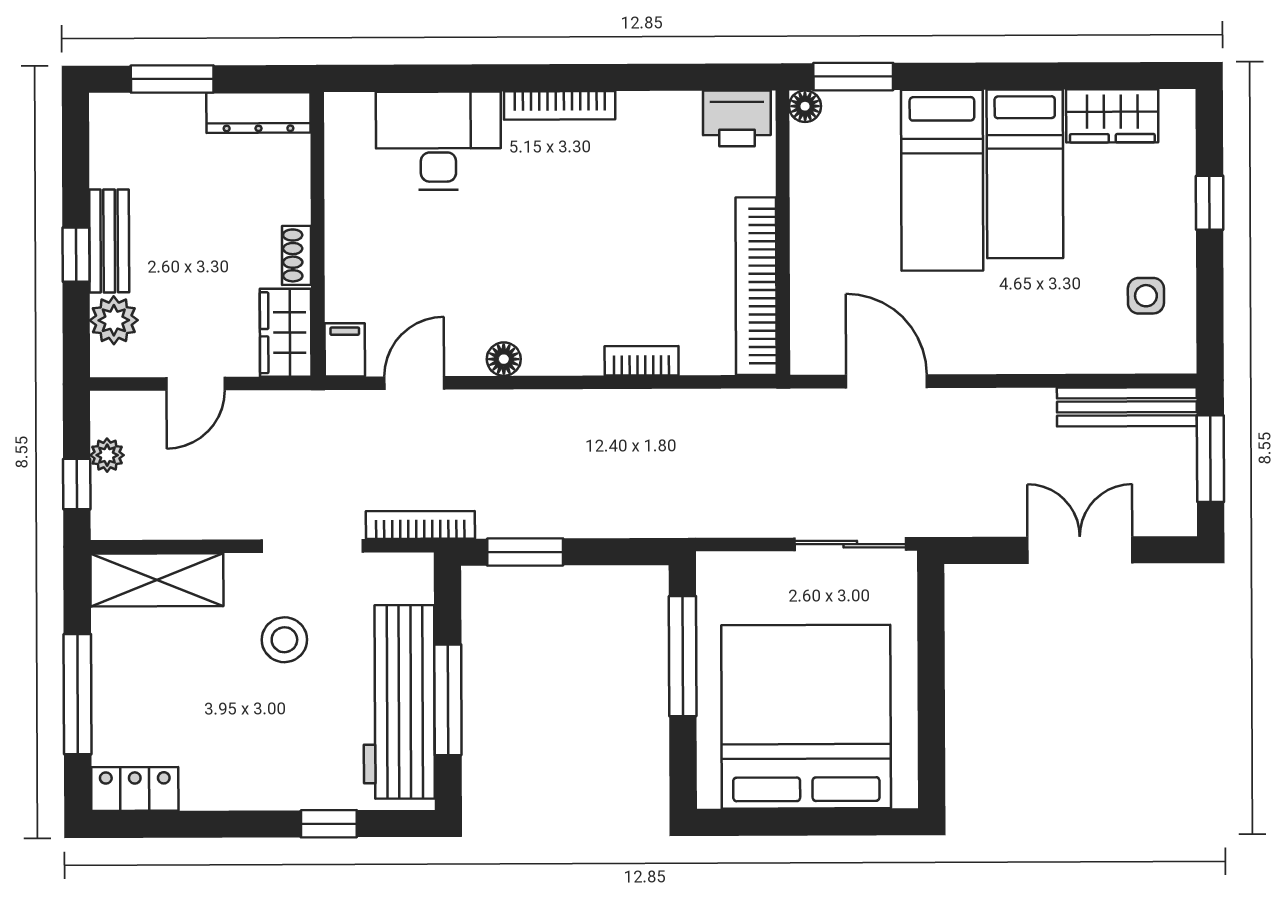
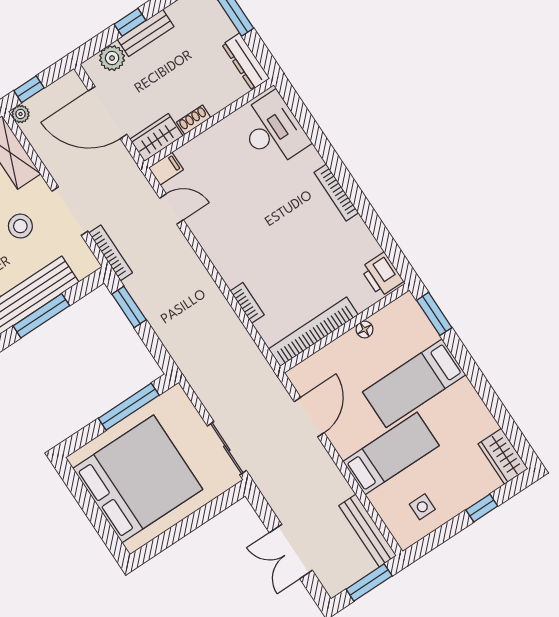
floor lamp: (805, 106) -> (365, 329), moved
wardrobe: (1112, 116) -> (503, 456), moved
desk: (438, 141) -> (273, 130), moved
bed: (1025, 174) -> (391, 453), moved, turned 180
floor lamp: (504, 359) -> (208, 242), removed
door: (195, 384) -> (108, 113), width x1.87
plant: (107, 455) -> (21, 114), moved
double door: (1080, 550) -> (291, 551), swing flipped

